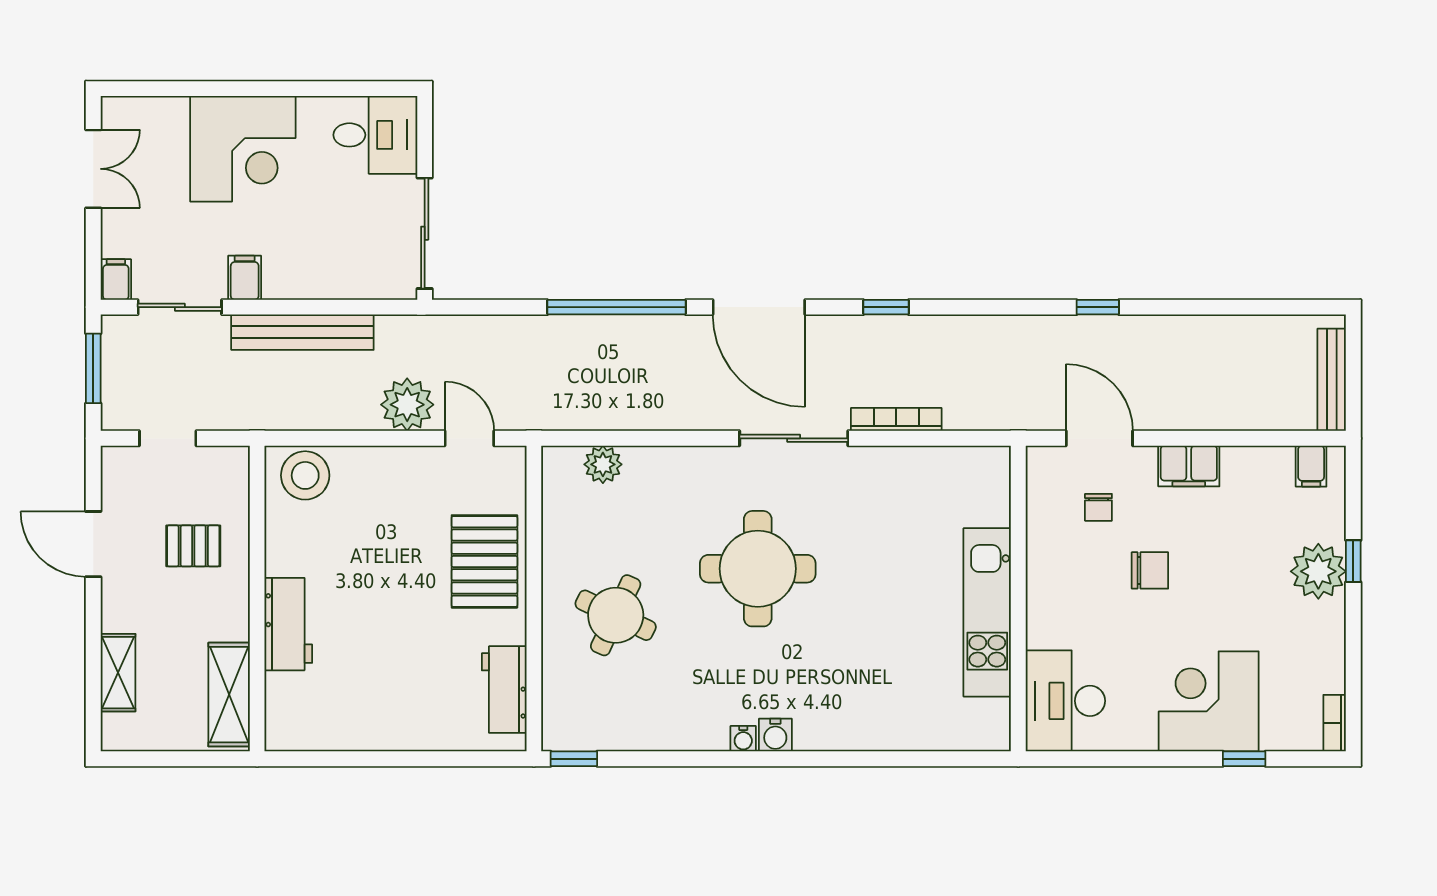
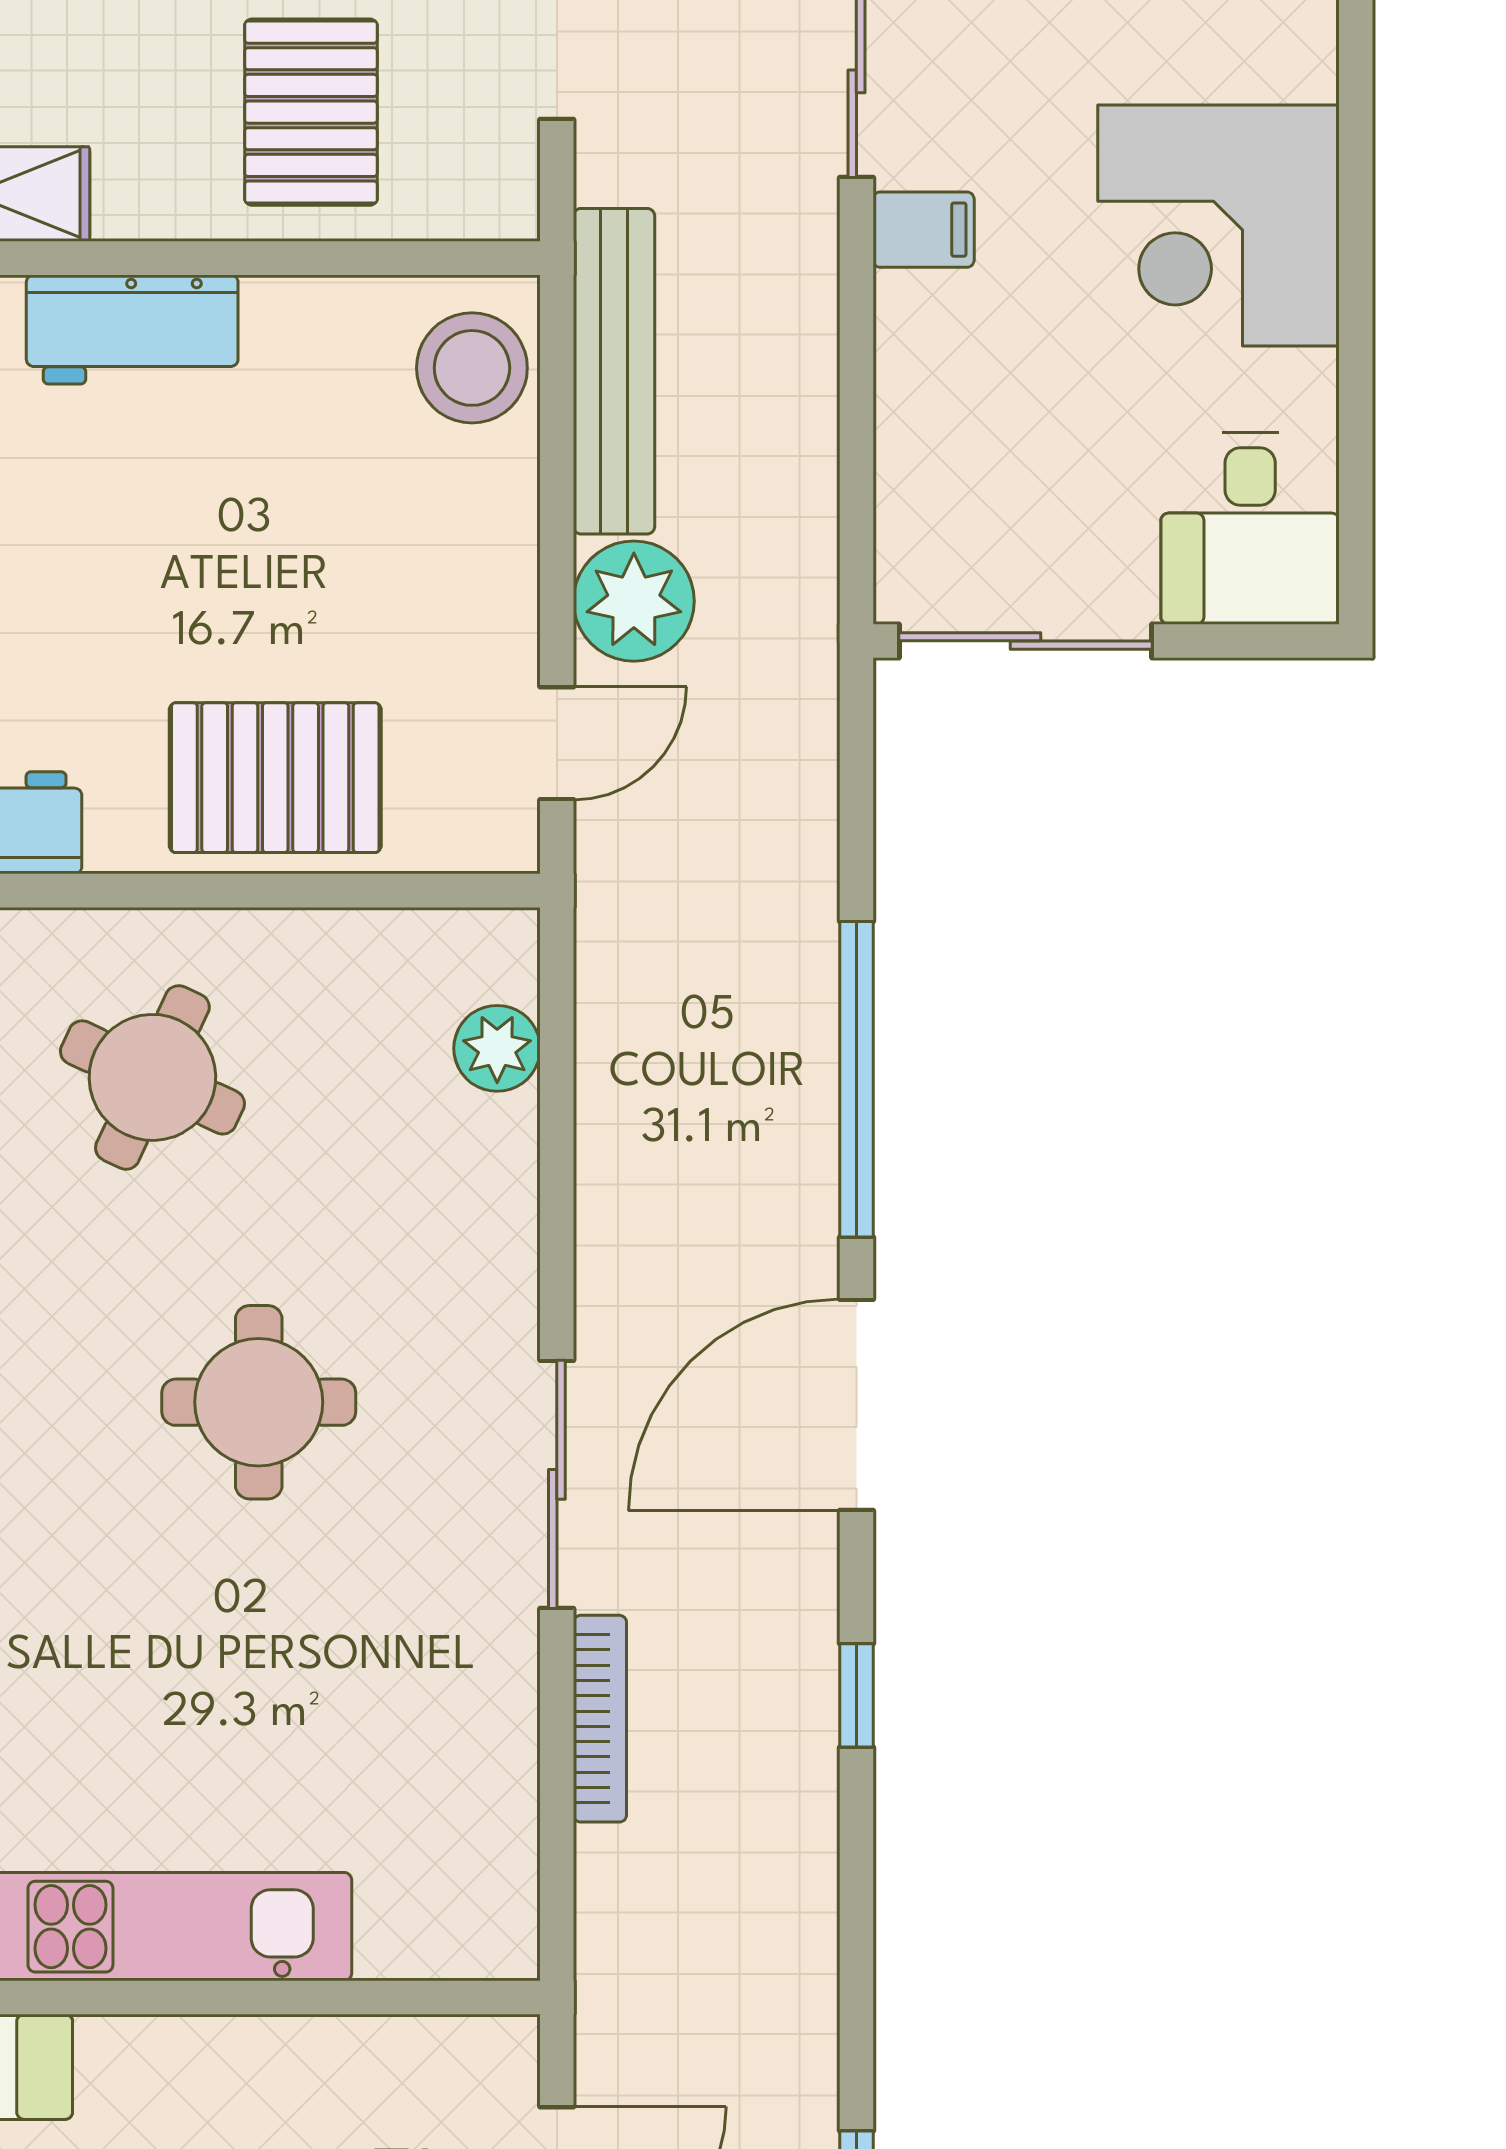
bench: (302, 332) -> (614, 371), moved
pallet: (193, 546) -> (311, 112), width x1.50, depth x1.42
round table: (758, 569) -> (259, 1402), width x0.73, depth x0.73

